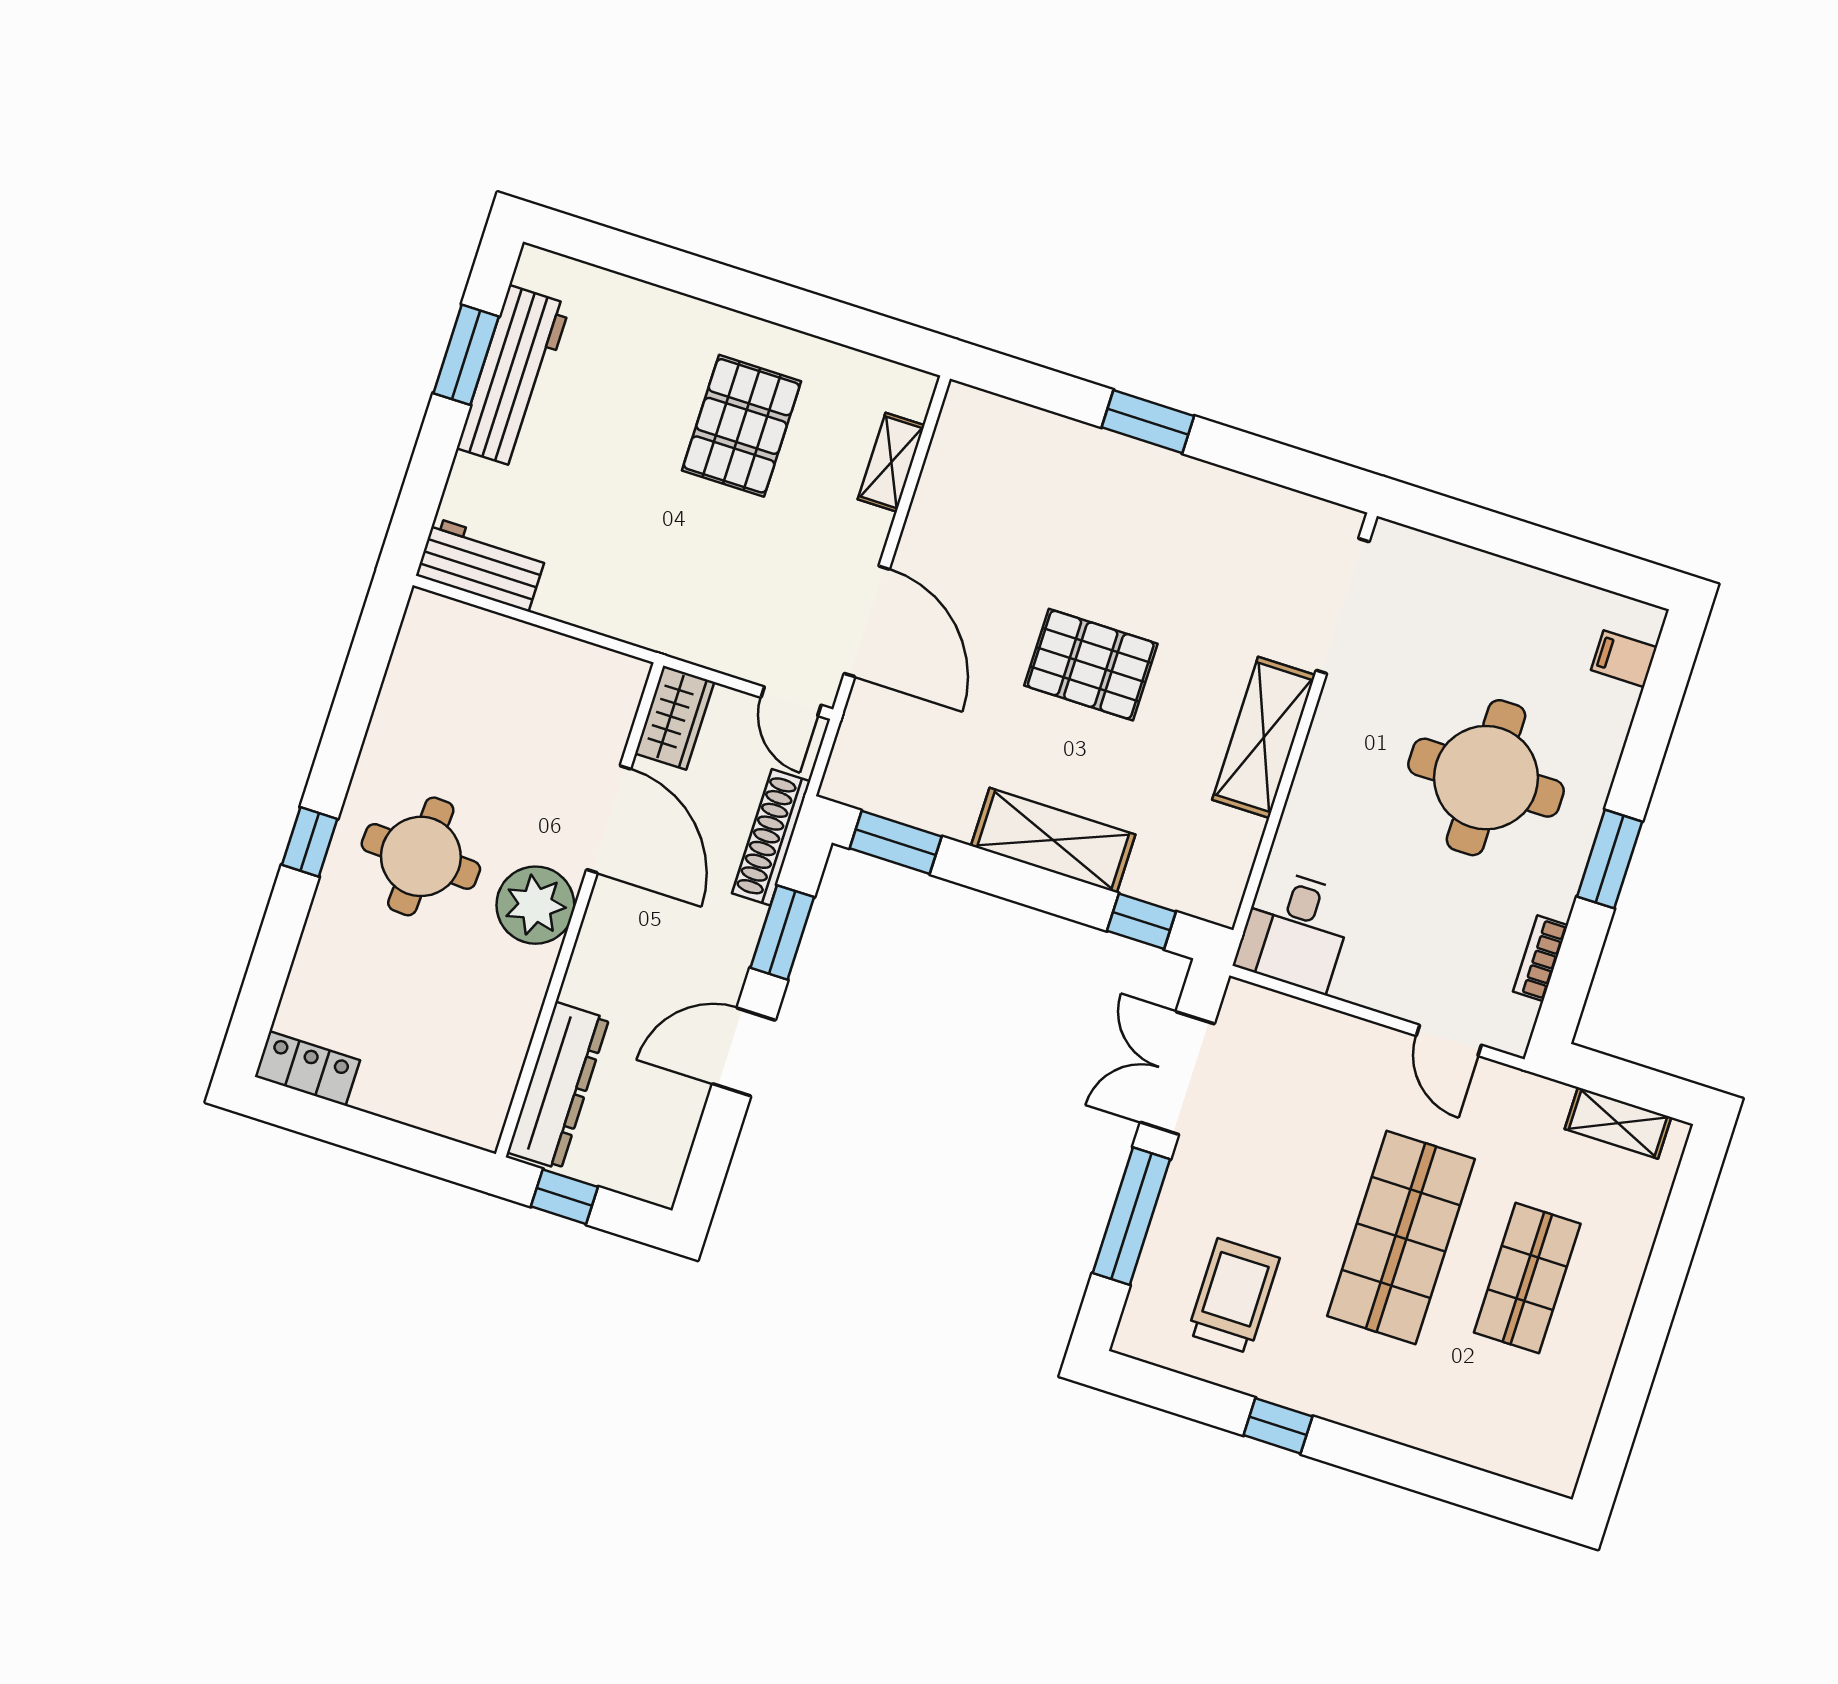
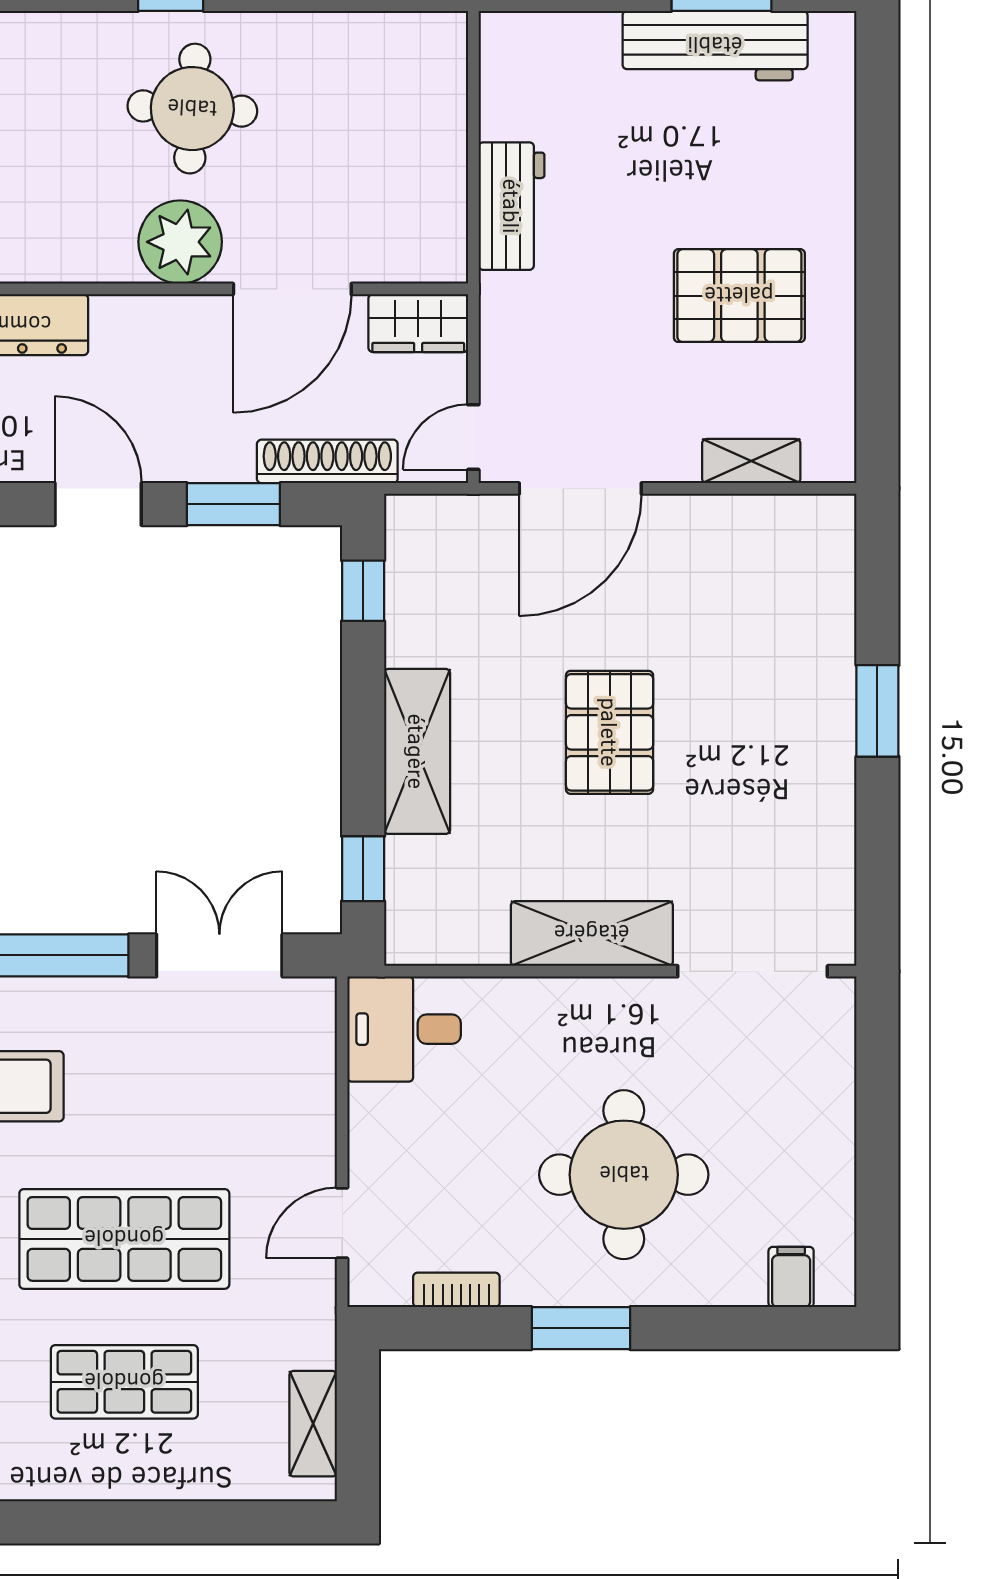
workbench: (481, 565) -> (512, 206), moved
window: (896, 842) -> (363, 591), width x0.67

